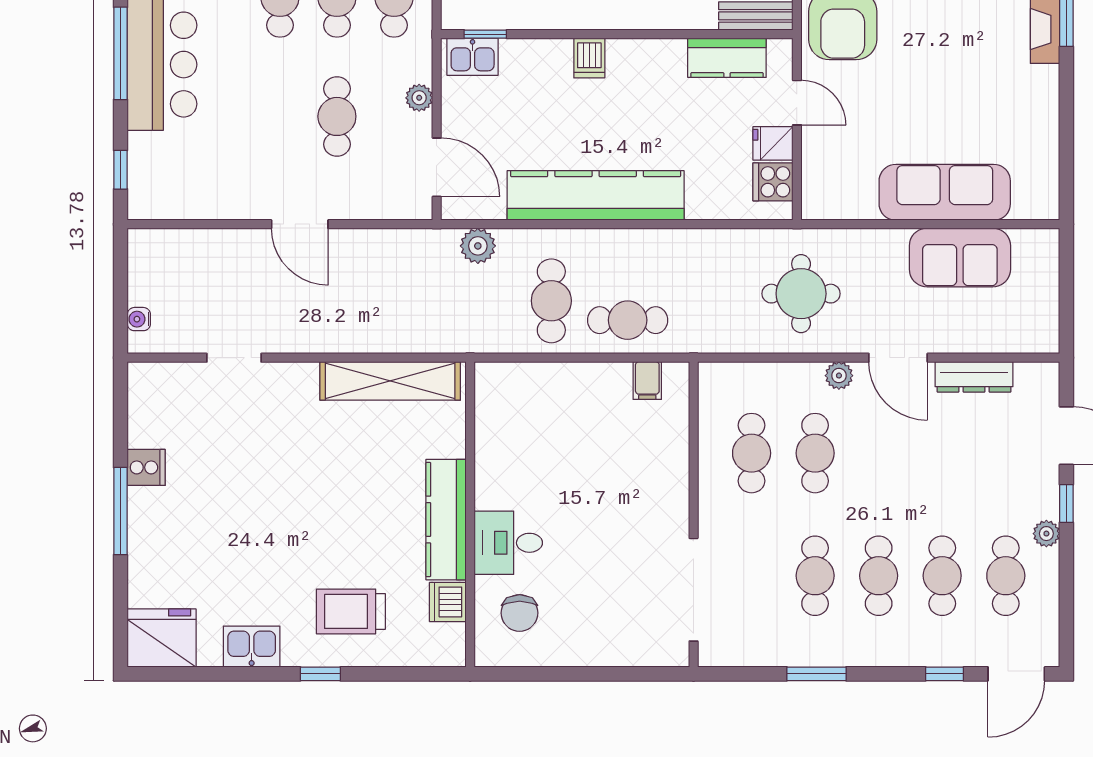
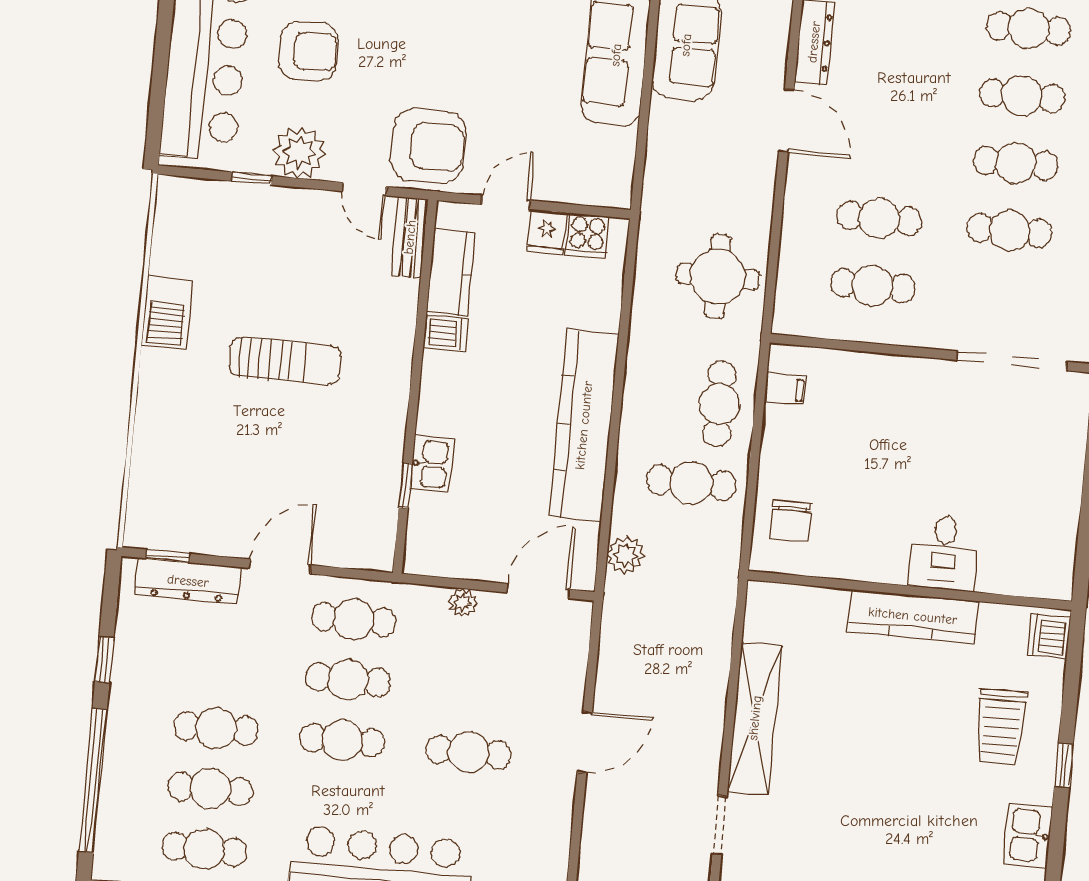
window: (485, 34) -> (406, 486), moved
kitchen sink: (473, 57) -> (432, 464), moved
dishwasher: (589, 58) -> (446, 333), moved
cafe table: (337, 116) -> (469, 752), moved
round table: (801, 294) -> (718, 277), moved
door: (898, 358) -> (786, 121), hinge flipped
plant: (839, 376) -> (799, 185), removed
shelving: (390, 381) -> (755, 718), moved
dishwasher: (448, 602) -> (1049, 637), moved, turned 90
chair: (520, 613) -> (791, 521), moved, turned 90

